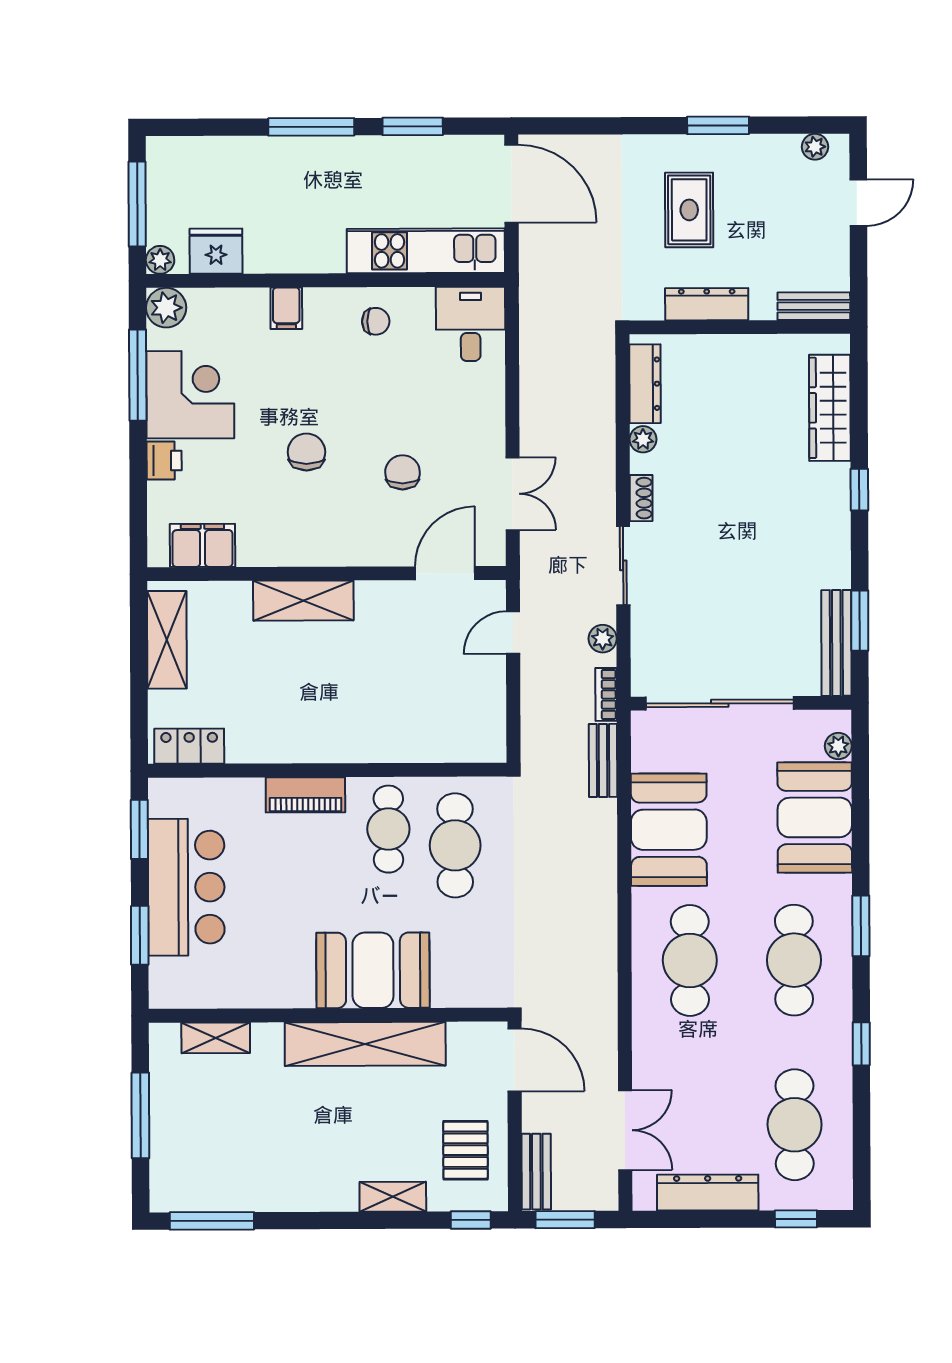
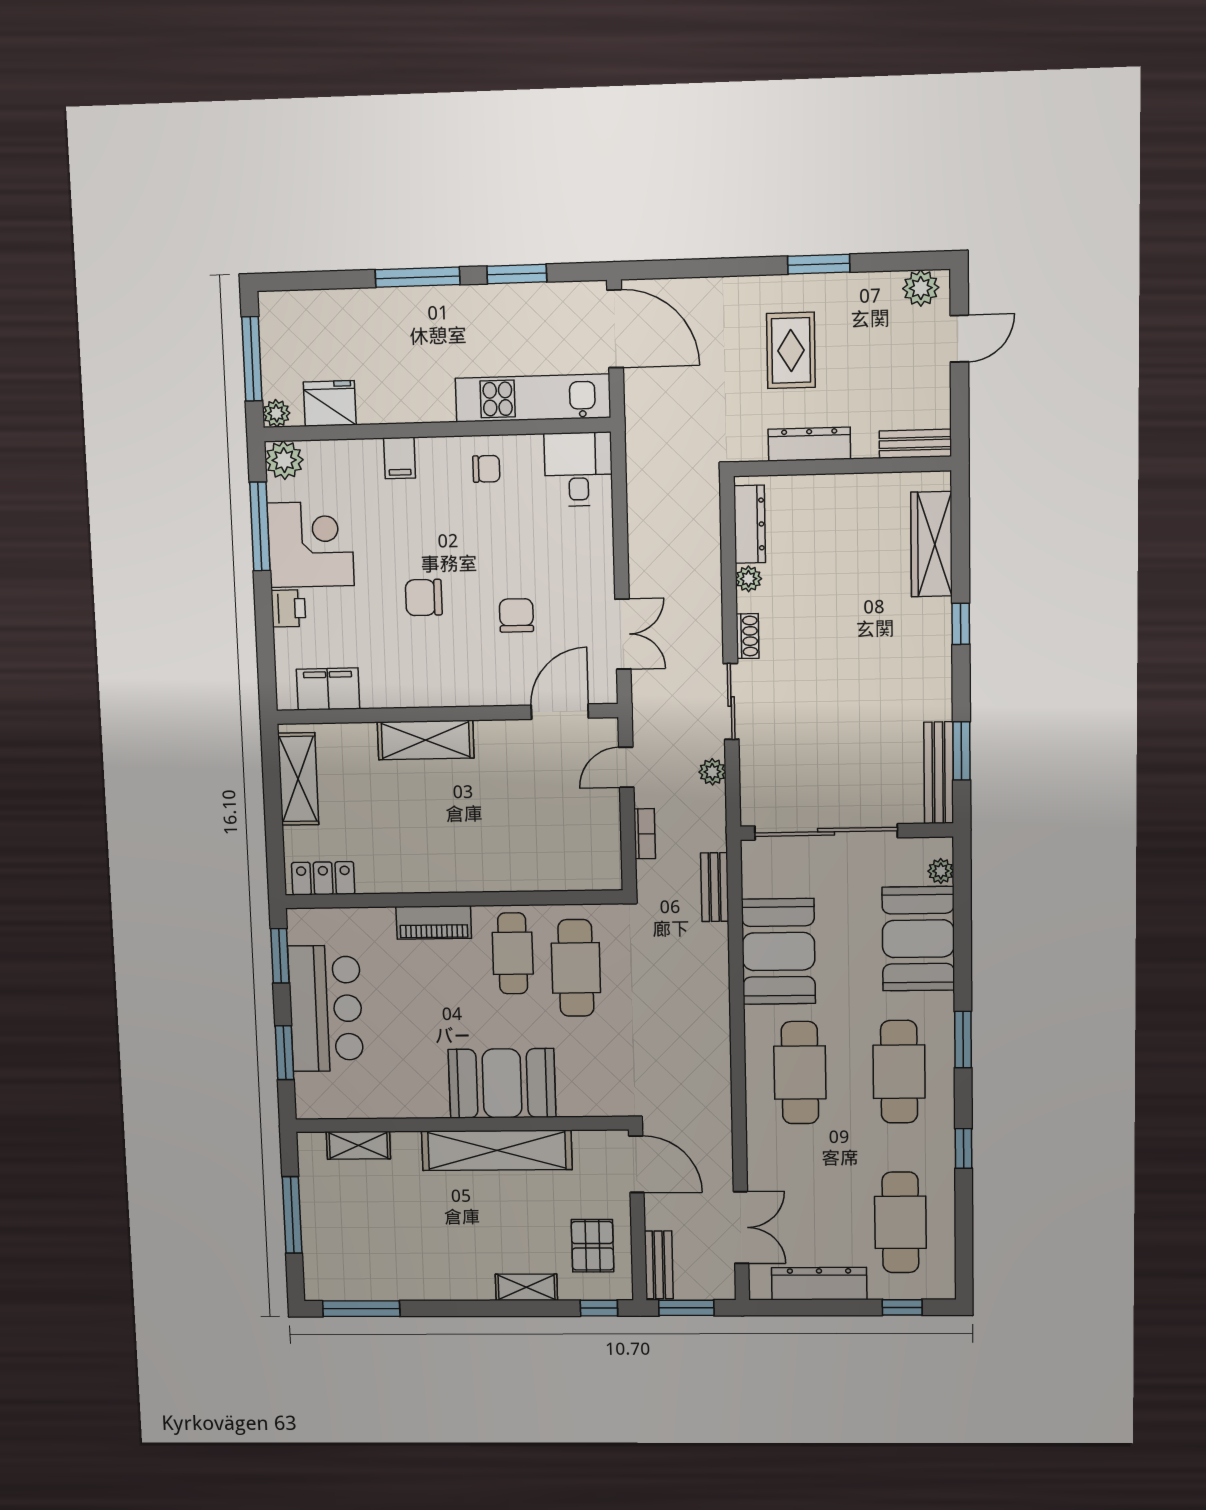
plant: (815, 147) -> (921, 288), width x1.38, depth x1.38
chair: (306, 452) -> (424, 598), turned -90
bookcase: (606, 694) -> (645, 834), moved, turned 180

